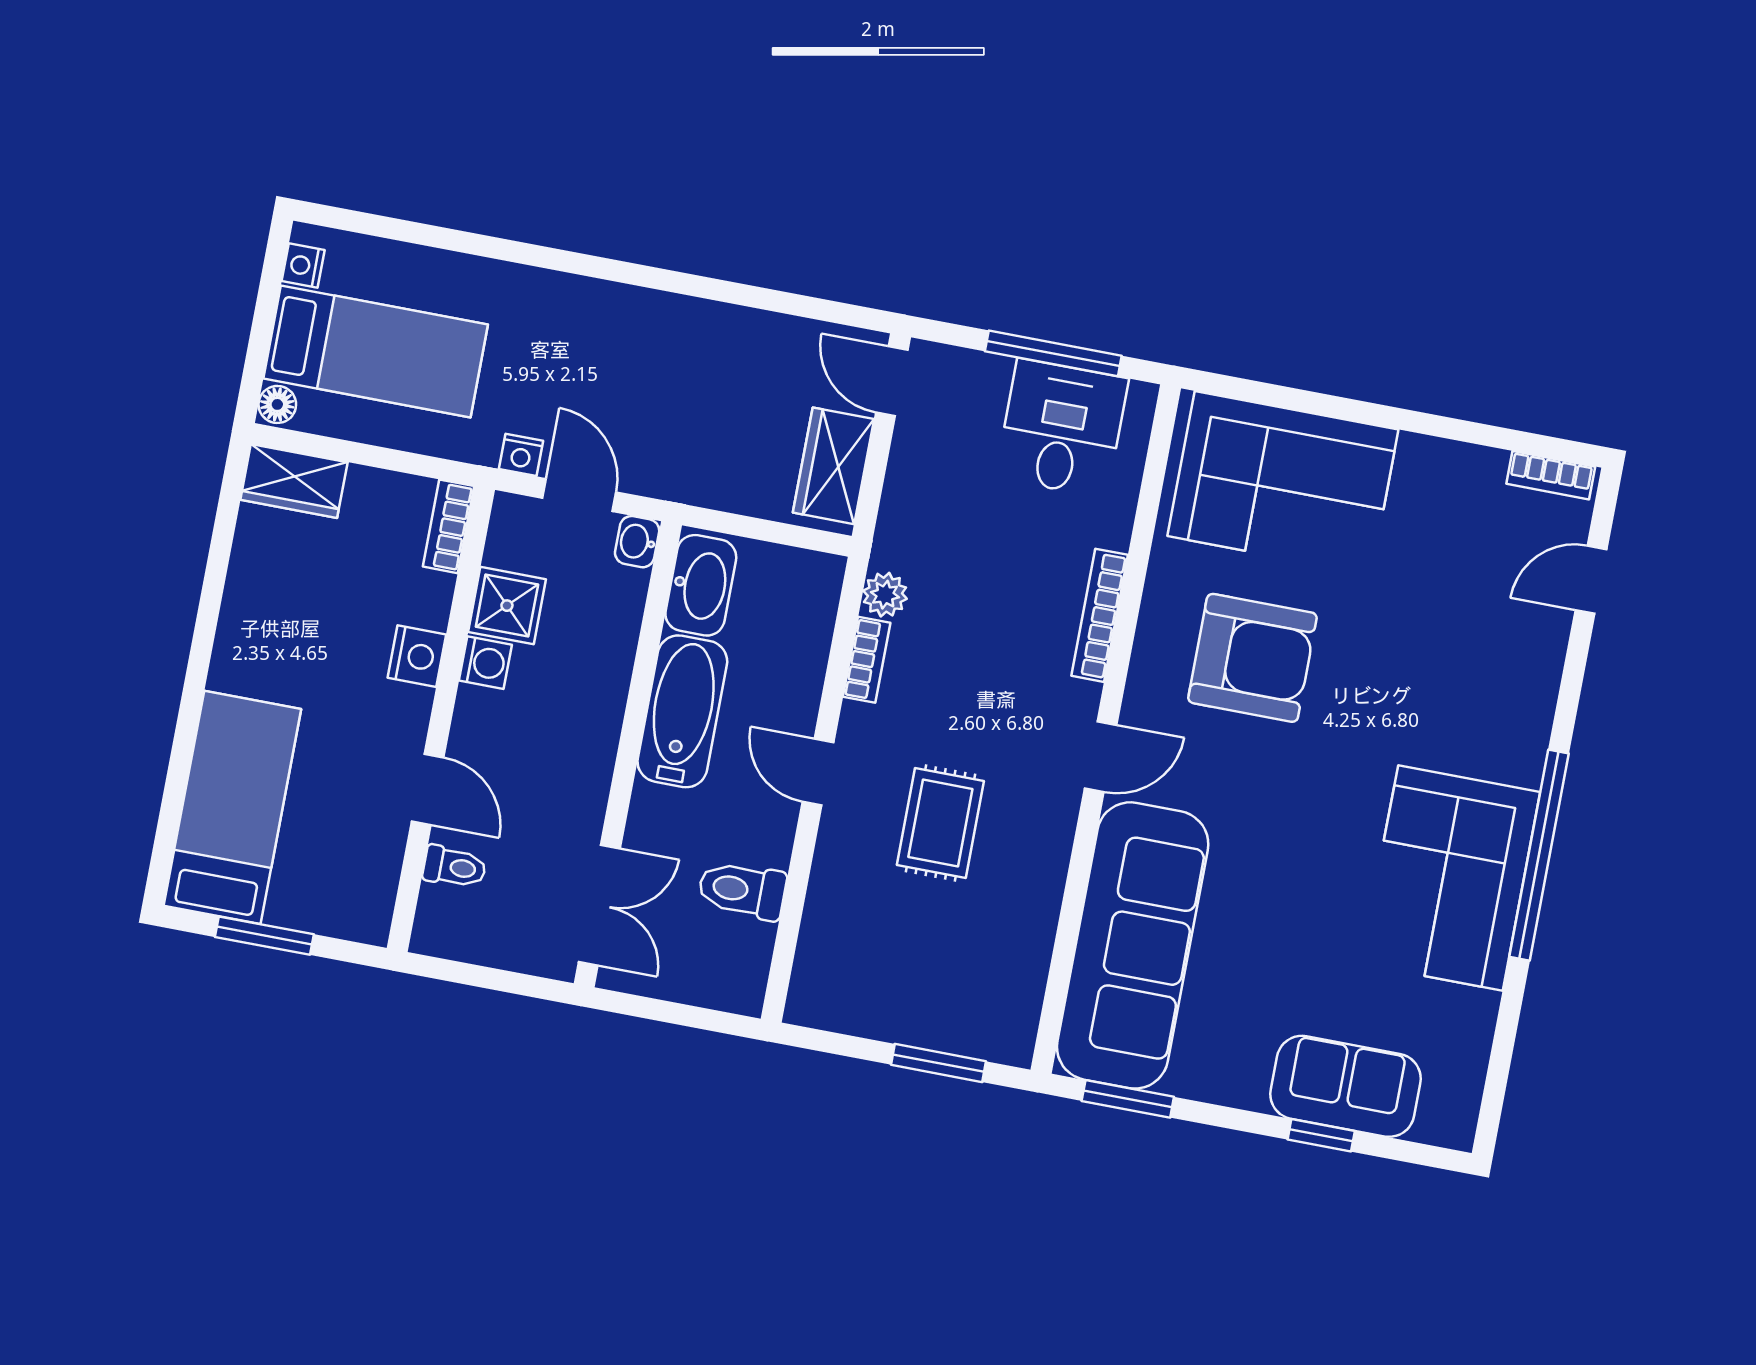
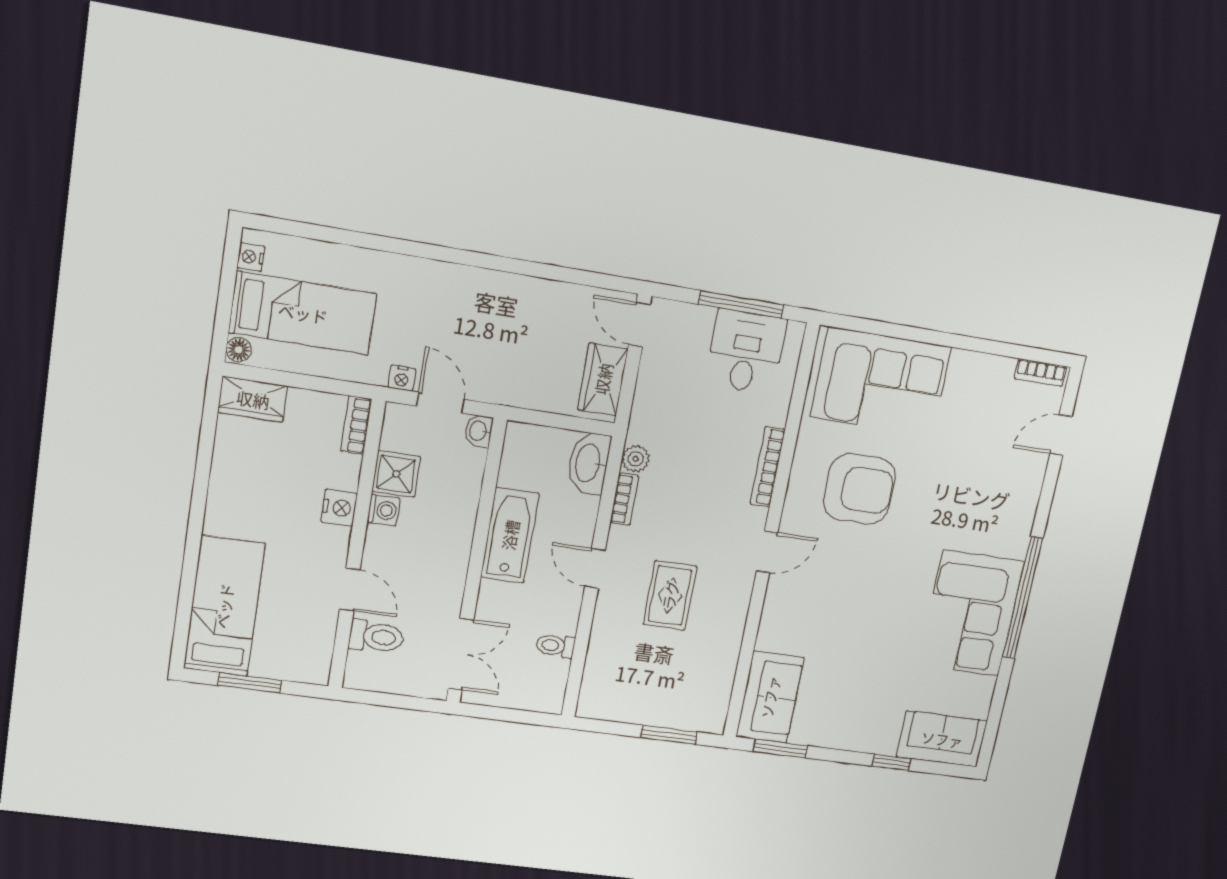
washbasin: (701, 585) -> (589, 463), moved, turned 180
toilet: (454, 867) -> (376, 637), width x1.37, depth x1.39
toilet: (742, 890) -> (555, 646), width x0.73, depth x0.72
sofa: (1133, 945) -> (770, 697), width x0.54, depth x0.79
sofa: (1345, 1086) -> (942, 739), moved

